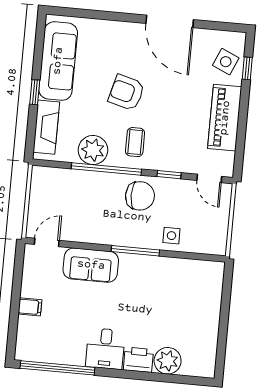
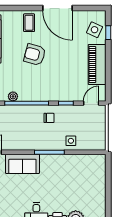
coffee table: (135, 142) -> (29, 23), moved
plant: (93, 150) -> (13, 96), width x0.53, depth x0.53
door: (209, 178) -> (91, 103), swing flipped
chair: (140, 196) -> (49, 118), width x0.54, depth x0.54

